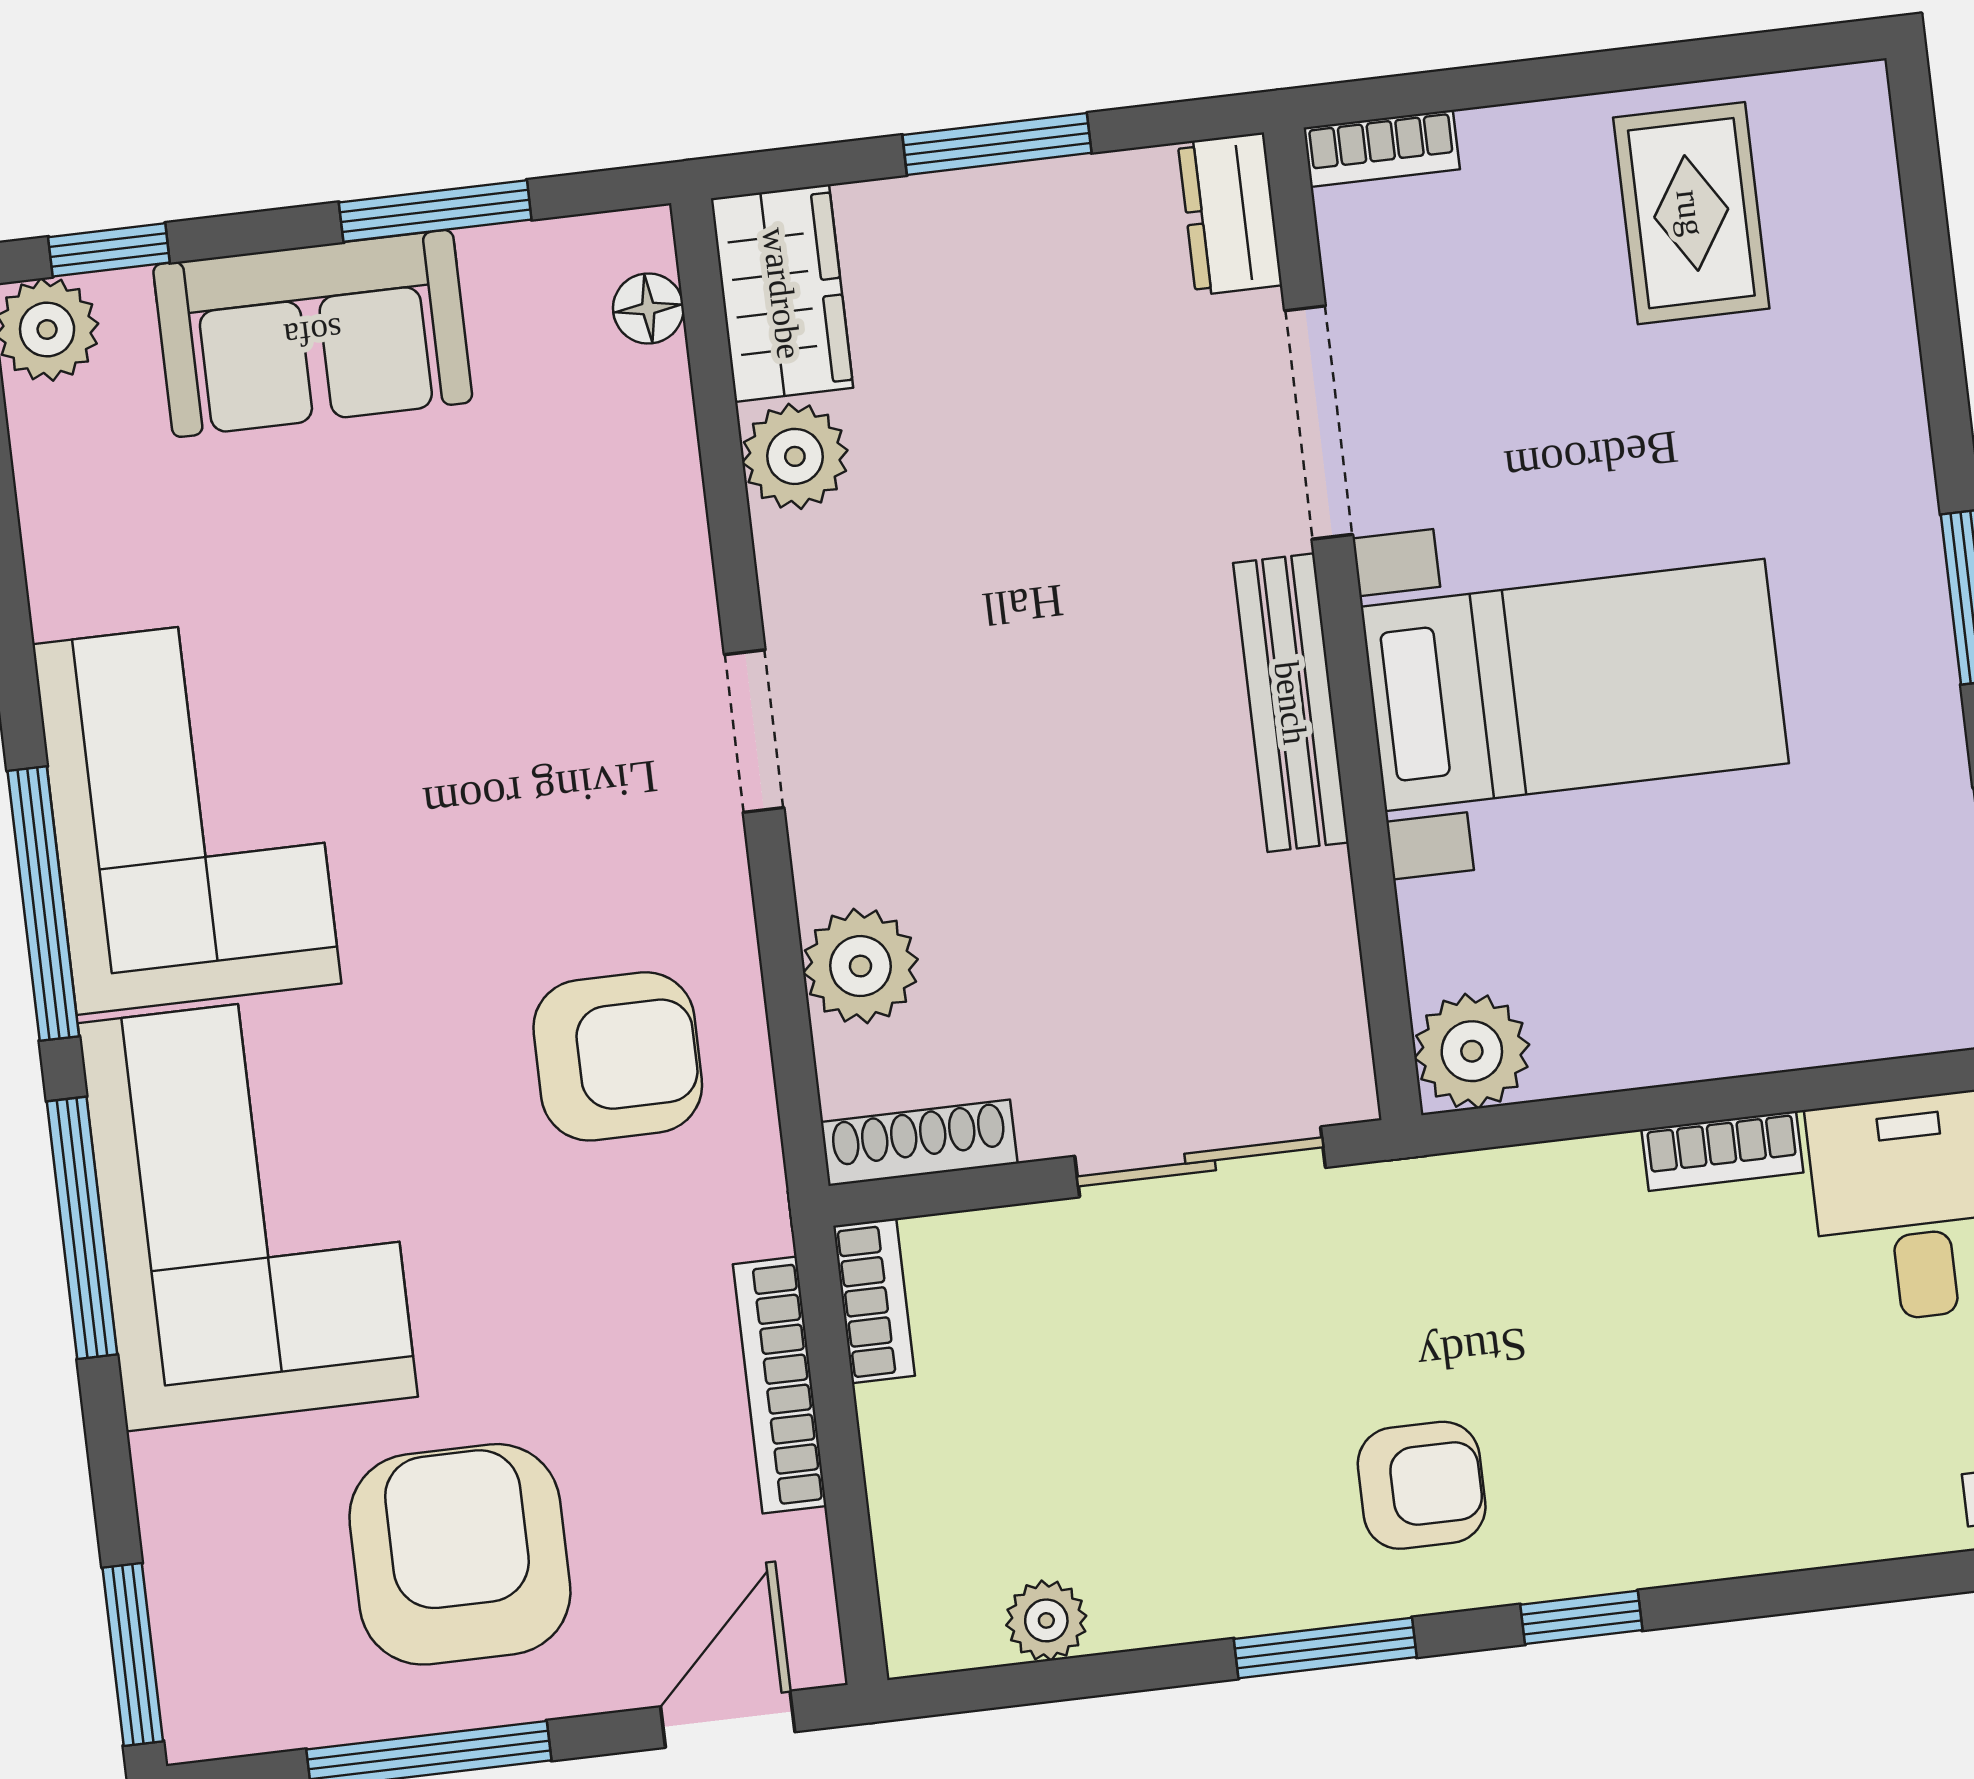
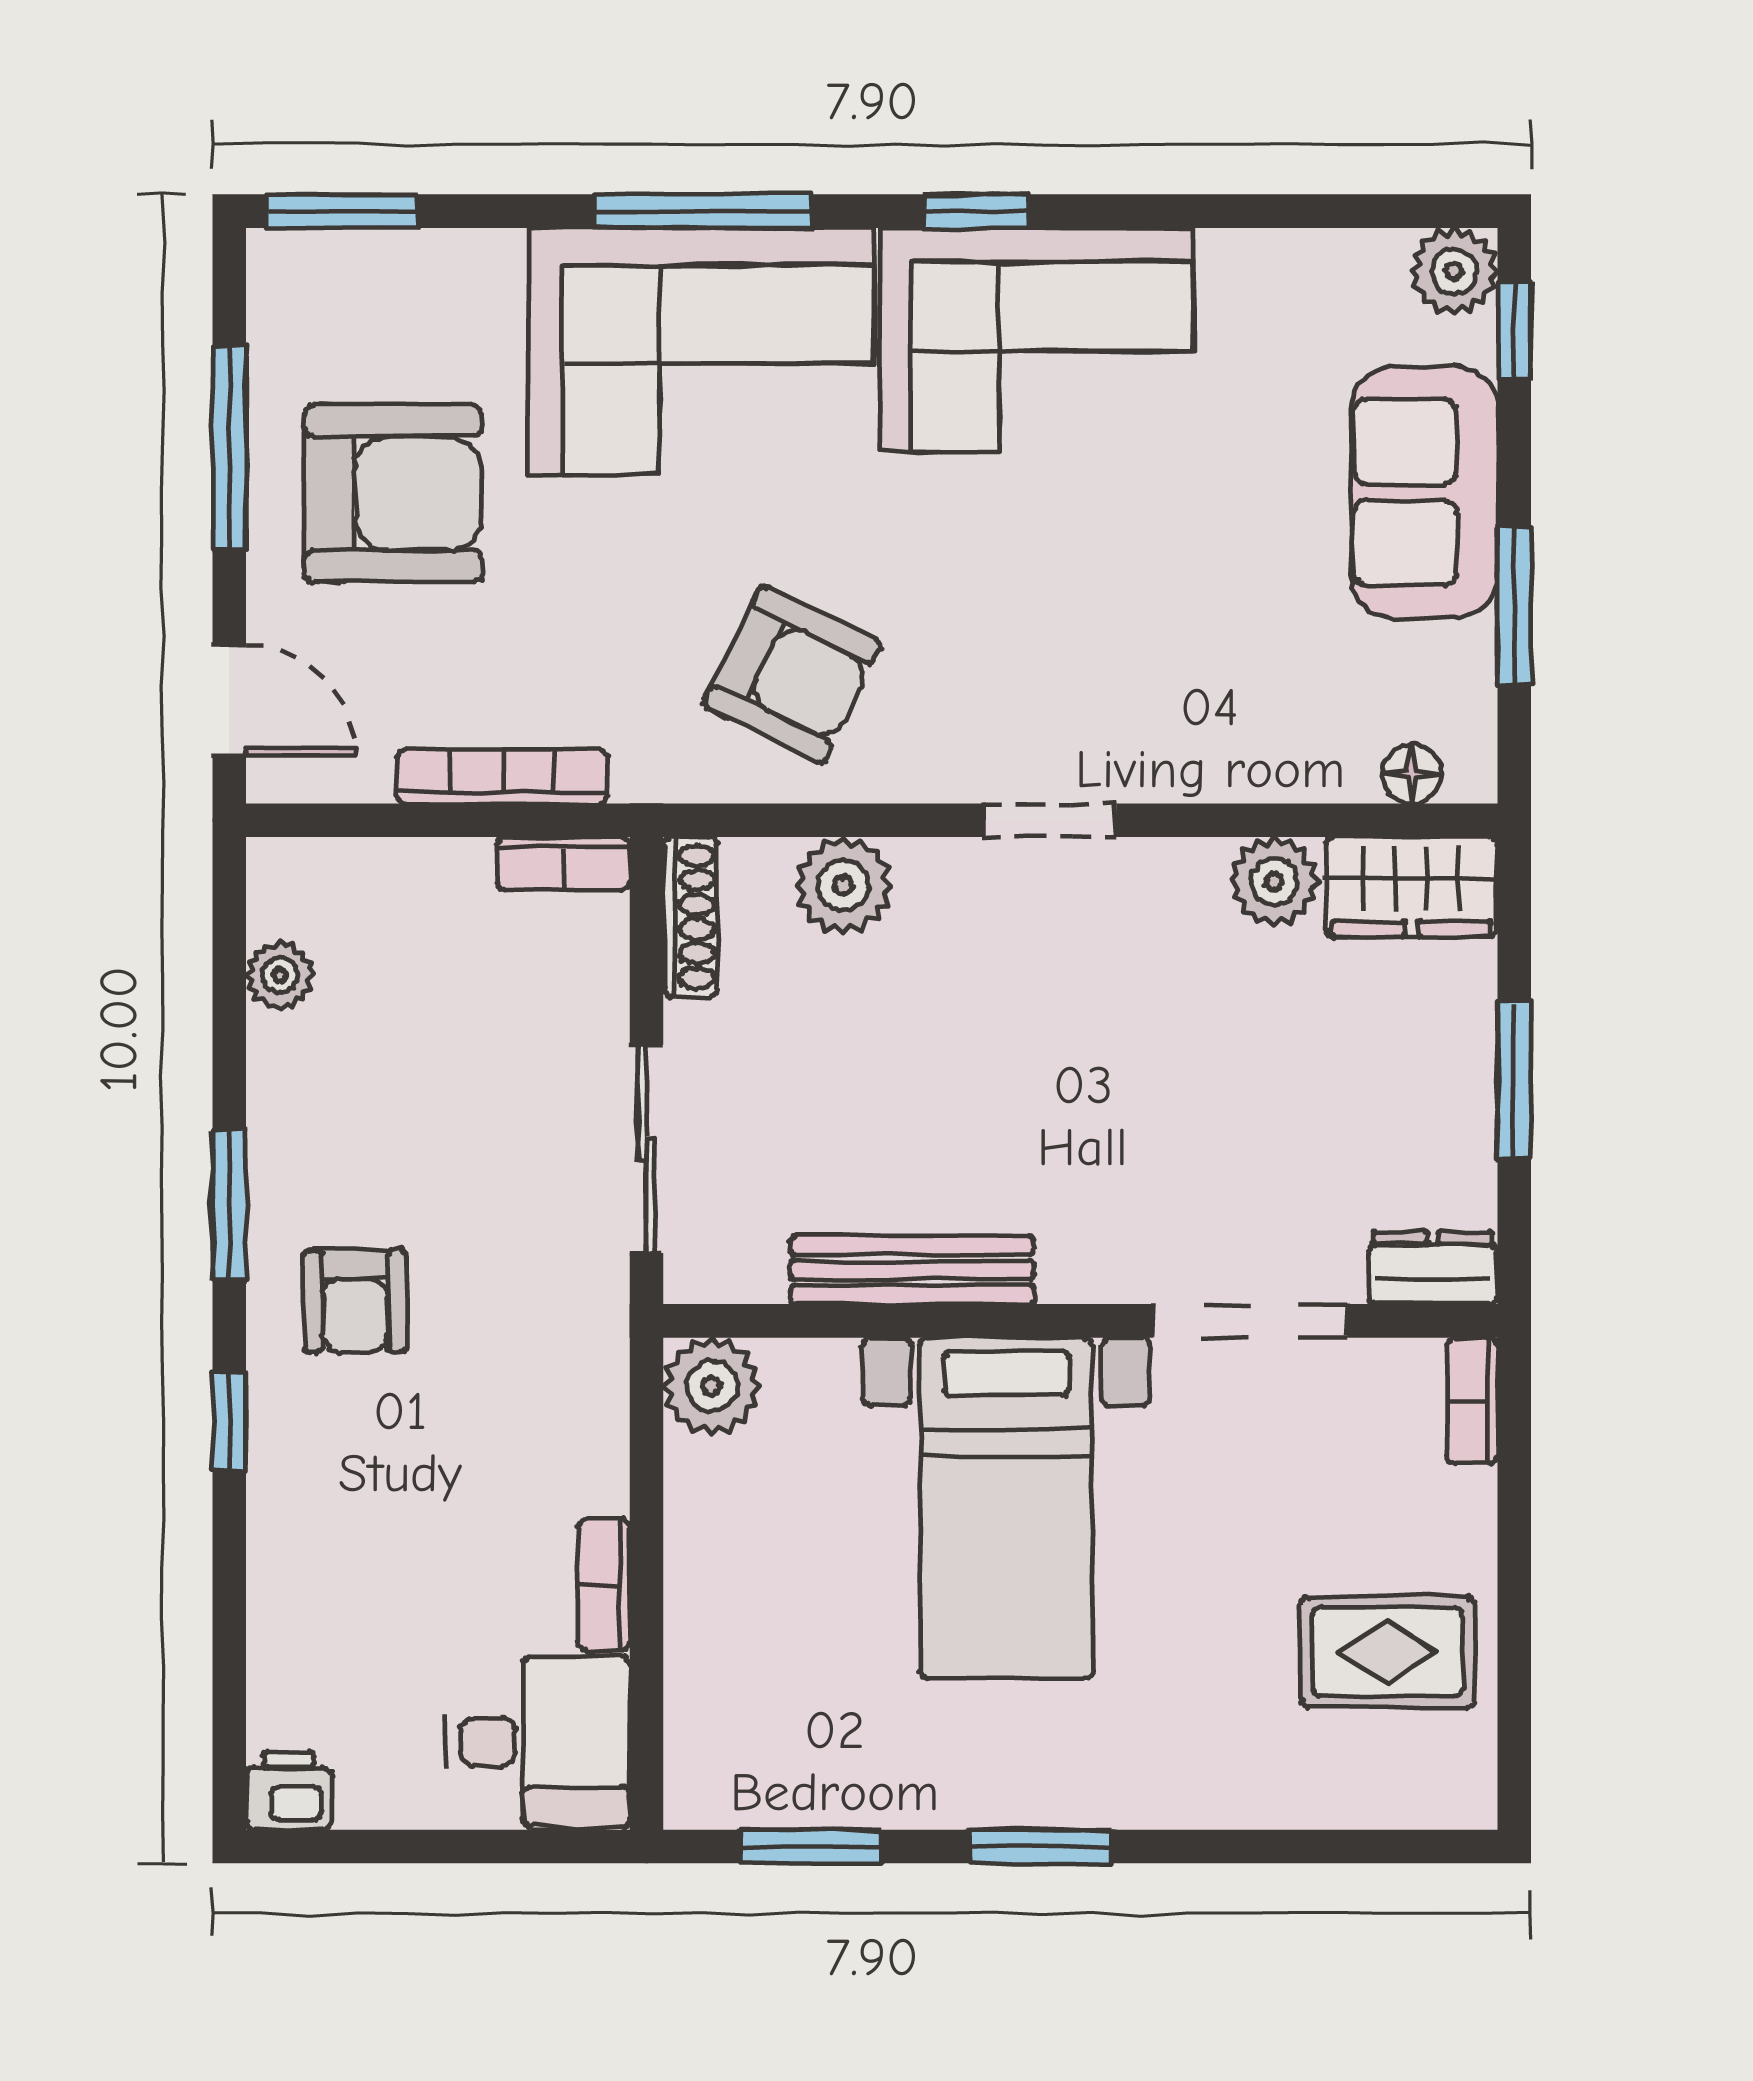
bench: (1291, 703) -> (912, 1270), moved
window: (43, 904) -> (976, 211), width x0.46
armchair: (618, 1056) -> (792, 674), turned -64

